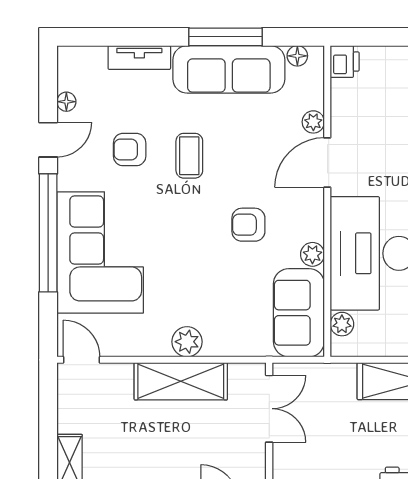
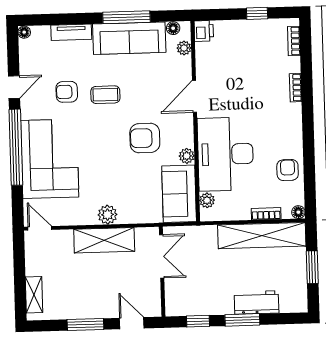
floor lamp: (66, 102) -> (24, 32), moved
plant: (313, 122) -> (184, 48), moved
coffee table: (189, 156) -> (105, 95), turned 90
armchair: (248, 225) -> (145, 138), width x1.38, depth x1.38

